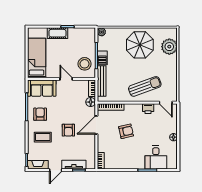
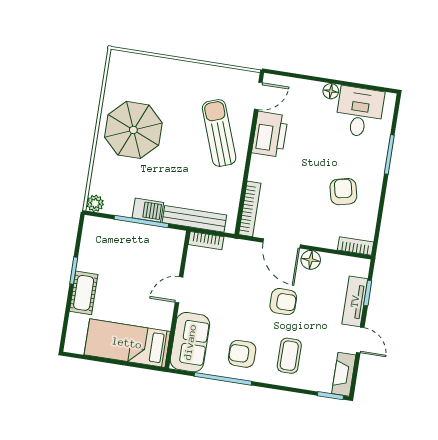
plant: (169, 47) -> (146, 71), removed
stool: (85, 64) -> (154, 248), removed
floor lamp: (91, 102) -> (311, 260), moved
printer: (148, 109) -> (270, 134), width x1.87, depth x1.48
armchair: (126, 131) -> (343, 192), moved
desk: (156, 158) -> (359, 112), moved, turned -90

